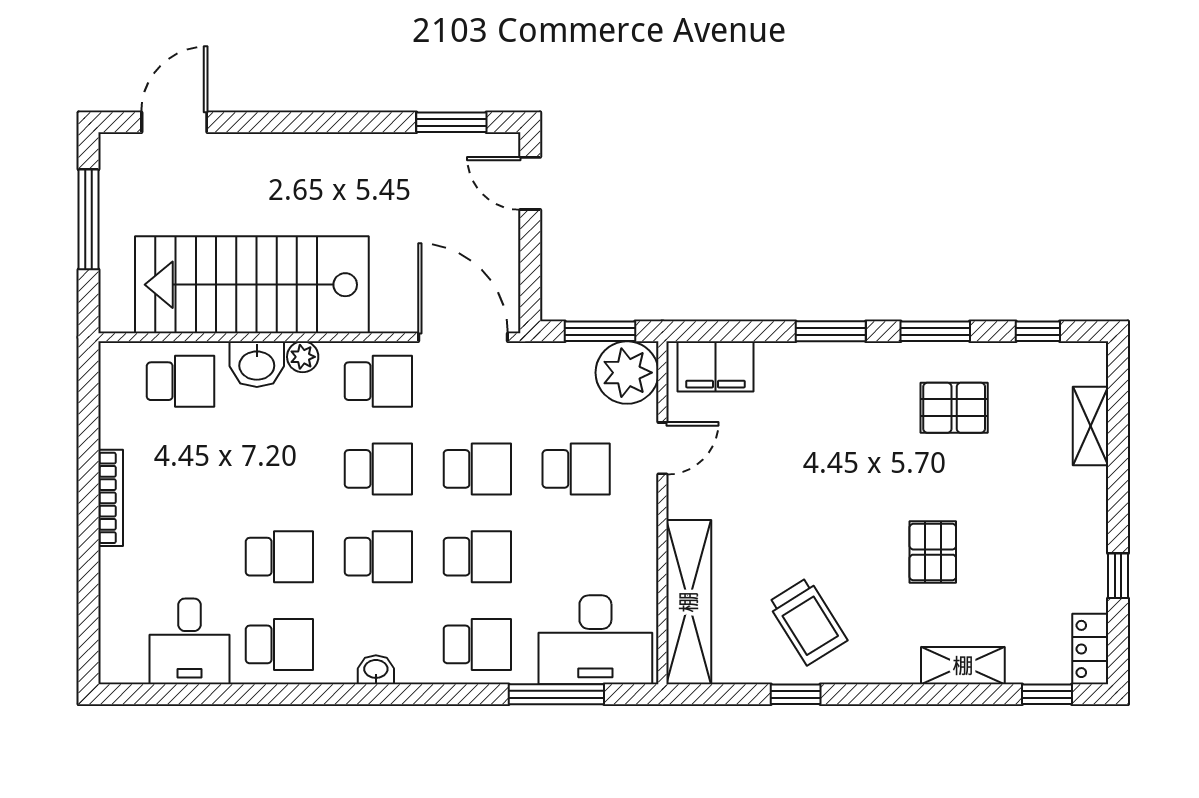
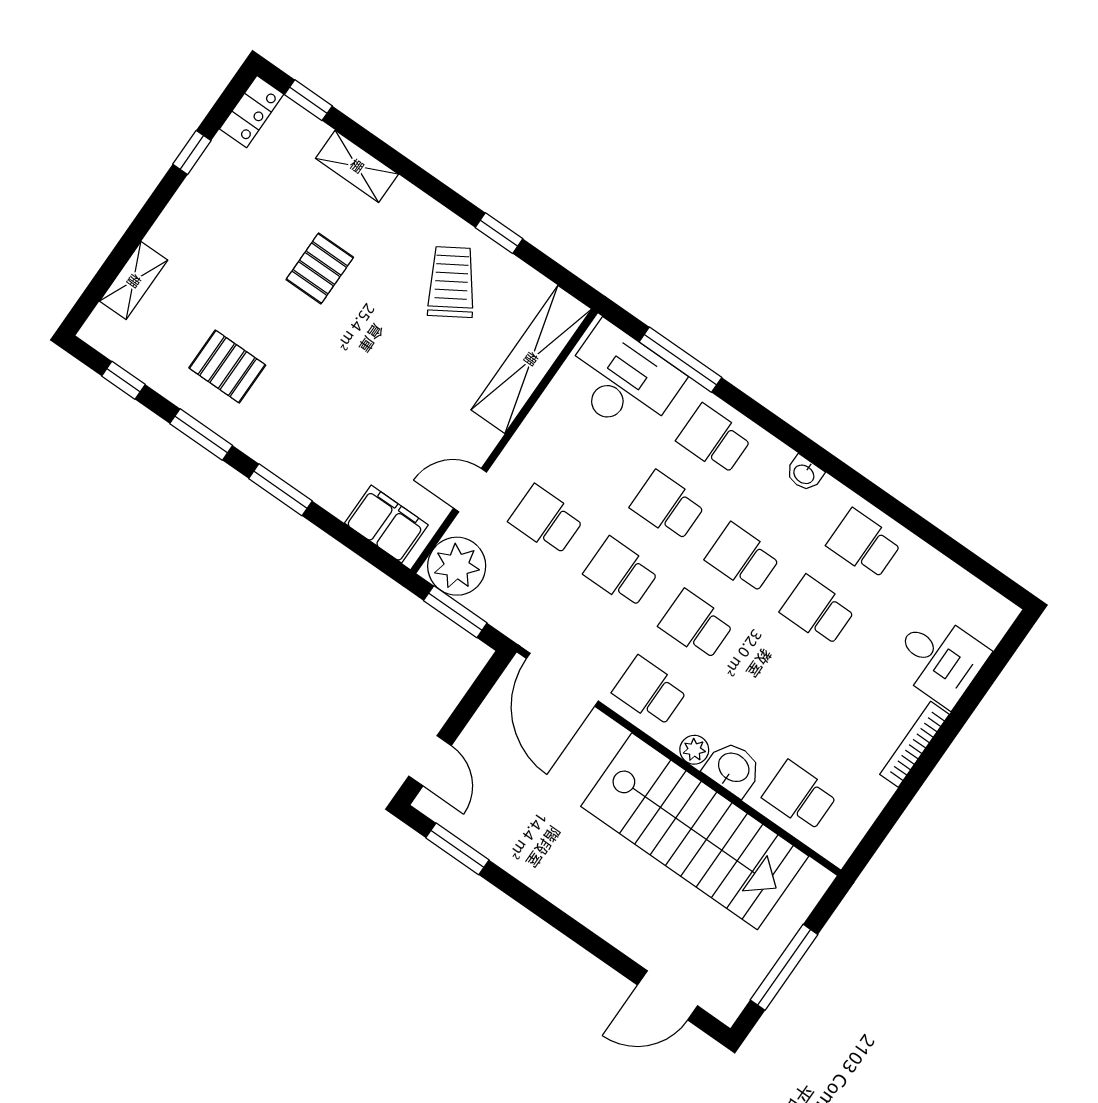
desk: (189, 641) -> (940, 659), moved, turned 90

